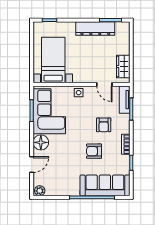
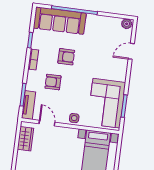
armchair: (104, 125) -> (53, 82), turned -90
floor lamp: (41, 142) -> (119, 73), removed

